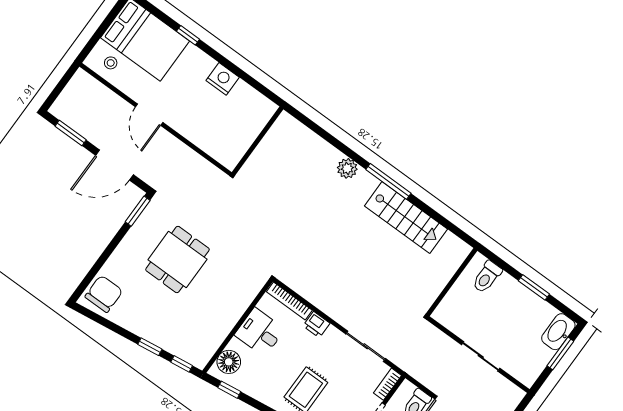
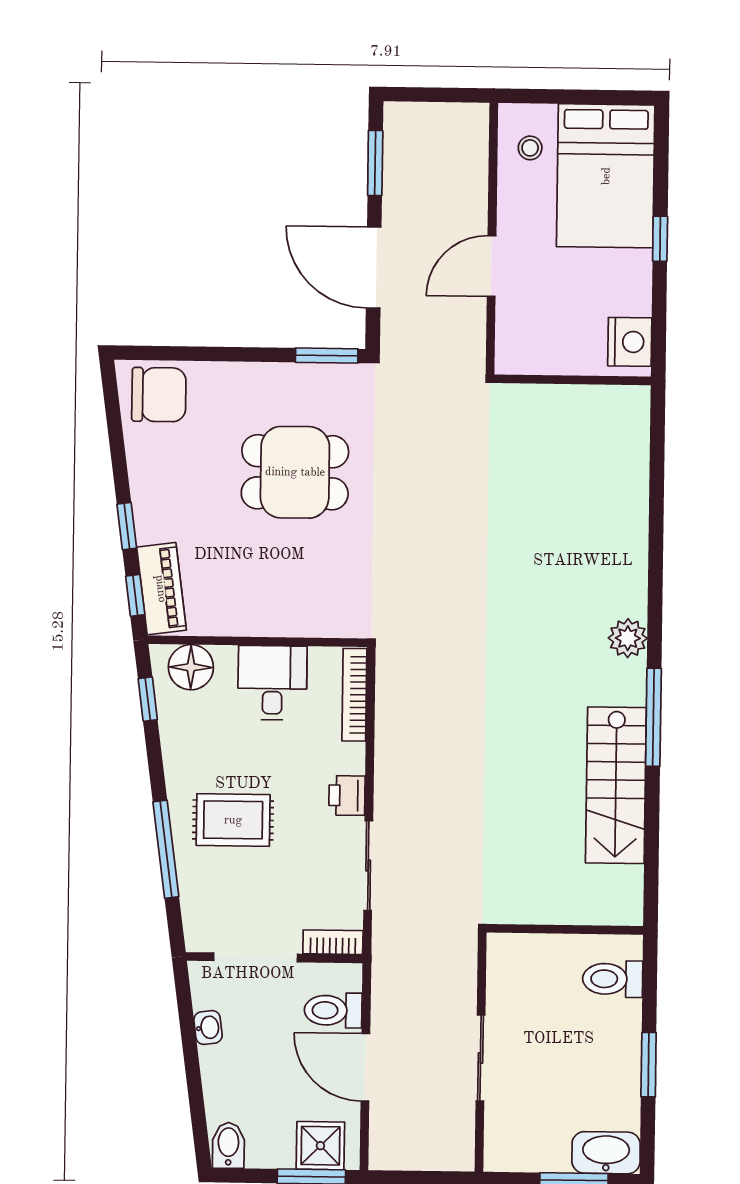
wall: (258, 141) -> (573, 380), moved
printer: (316, 325) -> (347, 795), moved
piano: (187, 351) -> (161, 589), added

